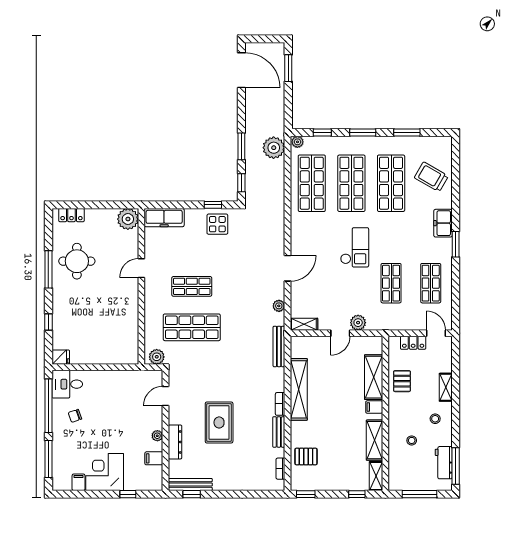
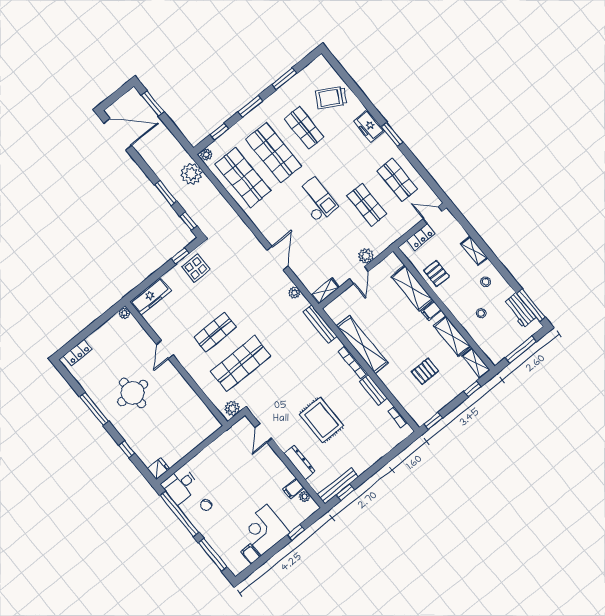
shop shelf: (391, 183) -> (304, 128), width x0.70, depth x0.74
plant: (128, 219) -> (124, 313), width x0.53, depth x0.53
round table: (77, 261) -> (133, 393), moved
bookcase: (280, 404) -> (353, 362), width x1.56
plant: (157, 436) -> (304, 496), moved
pallet: (306, 457) -> (425, 371), moved

